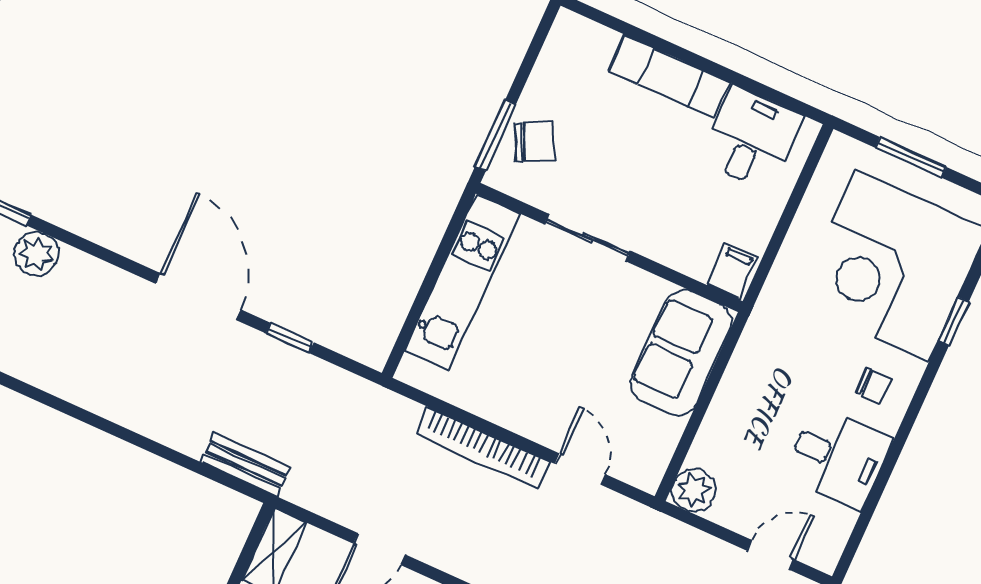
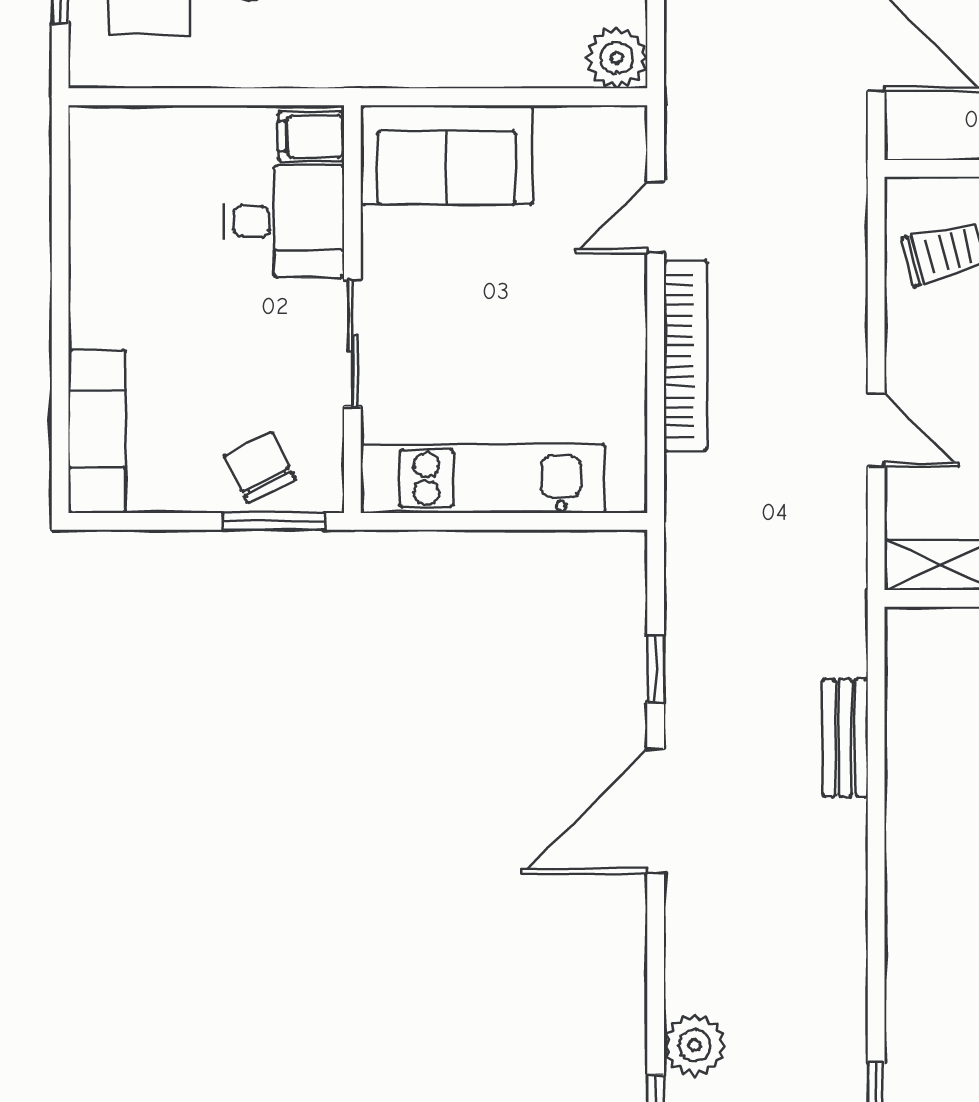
exam couch: (669, 77) -> (97, 431), moved
desk: (751, 138) -> (284, 221), moved, turned 180
bench: (246, 465) -> (845, 738), moved

